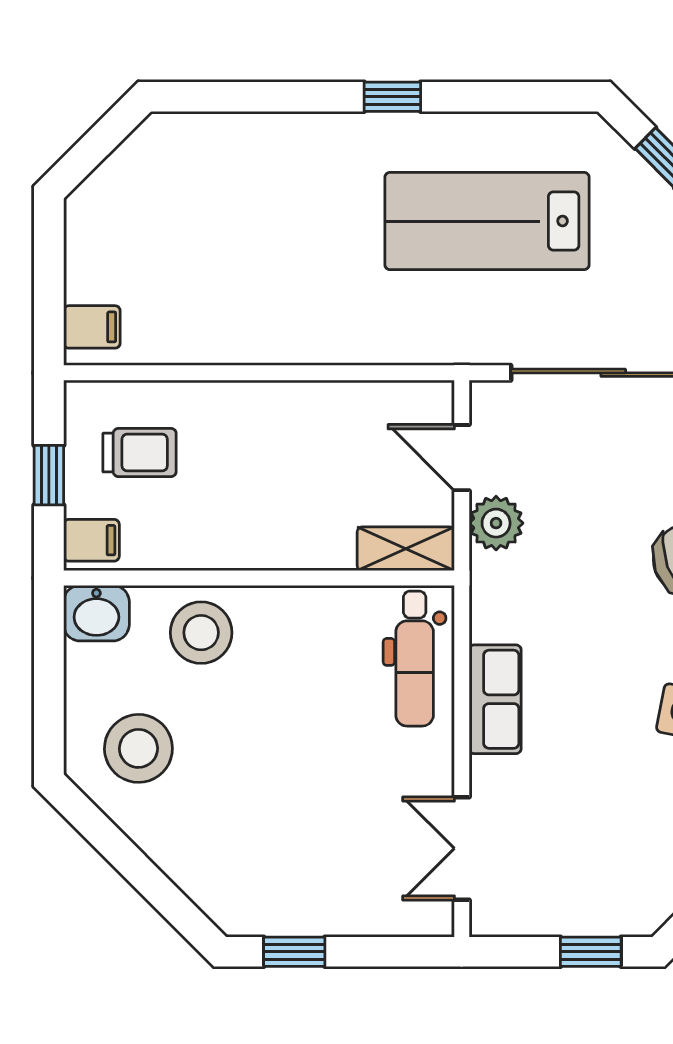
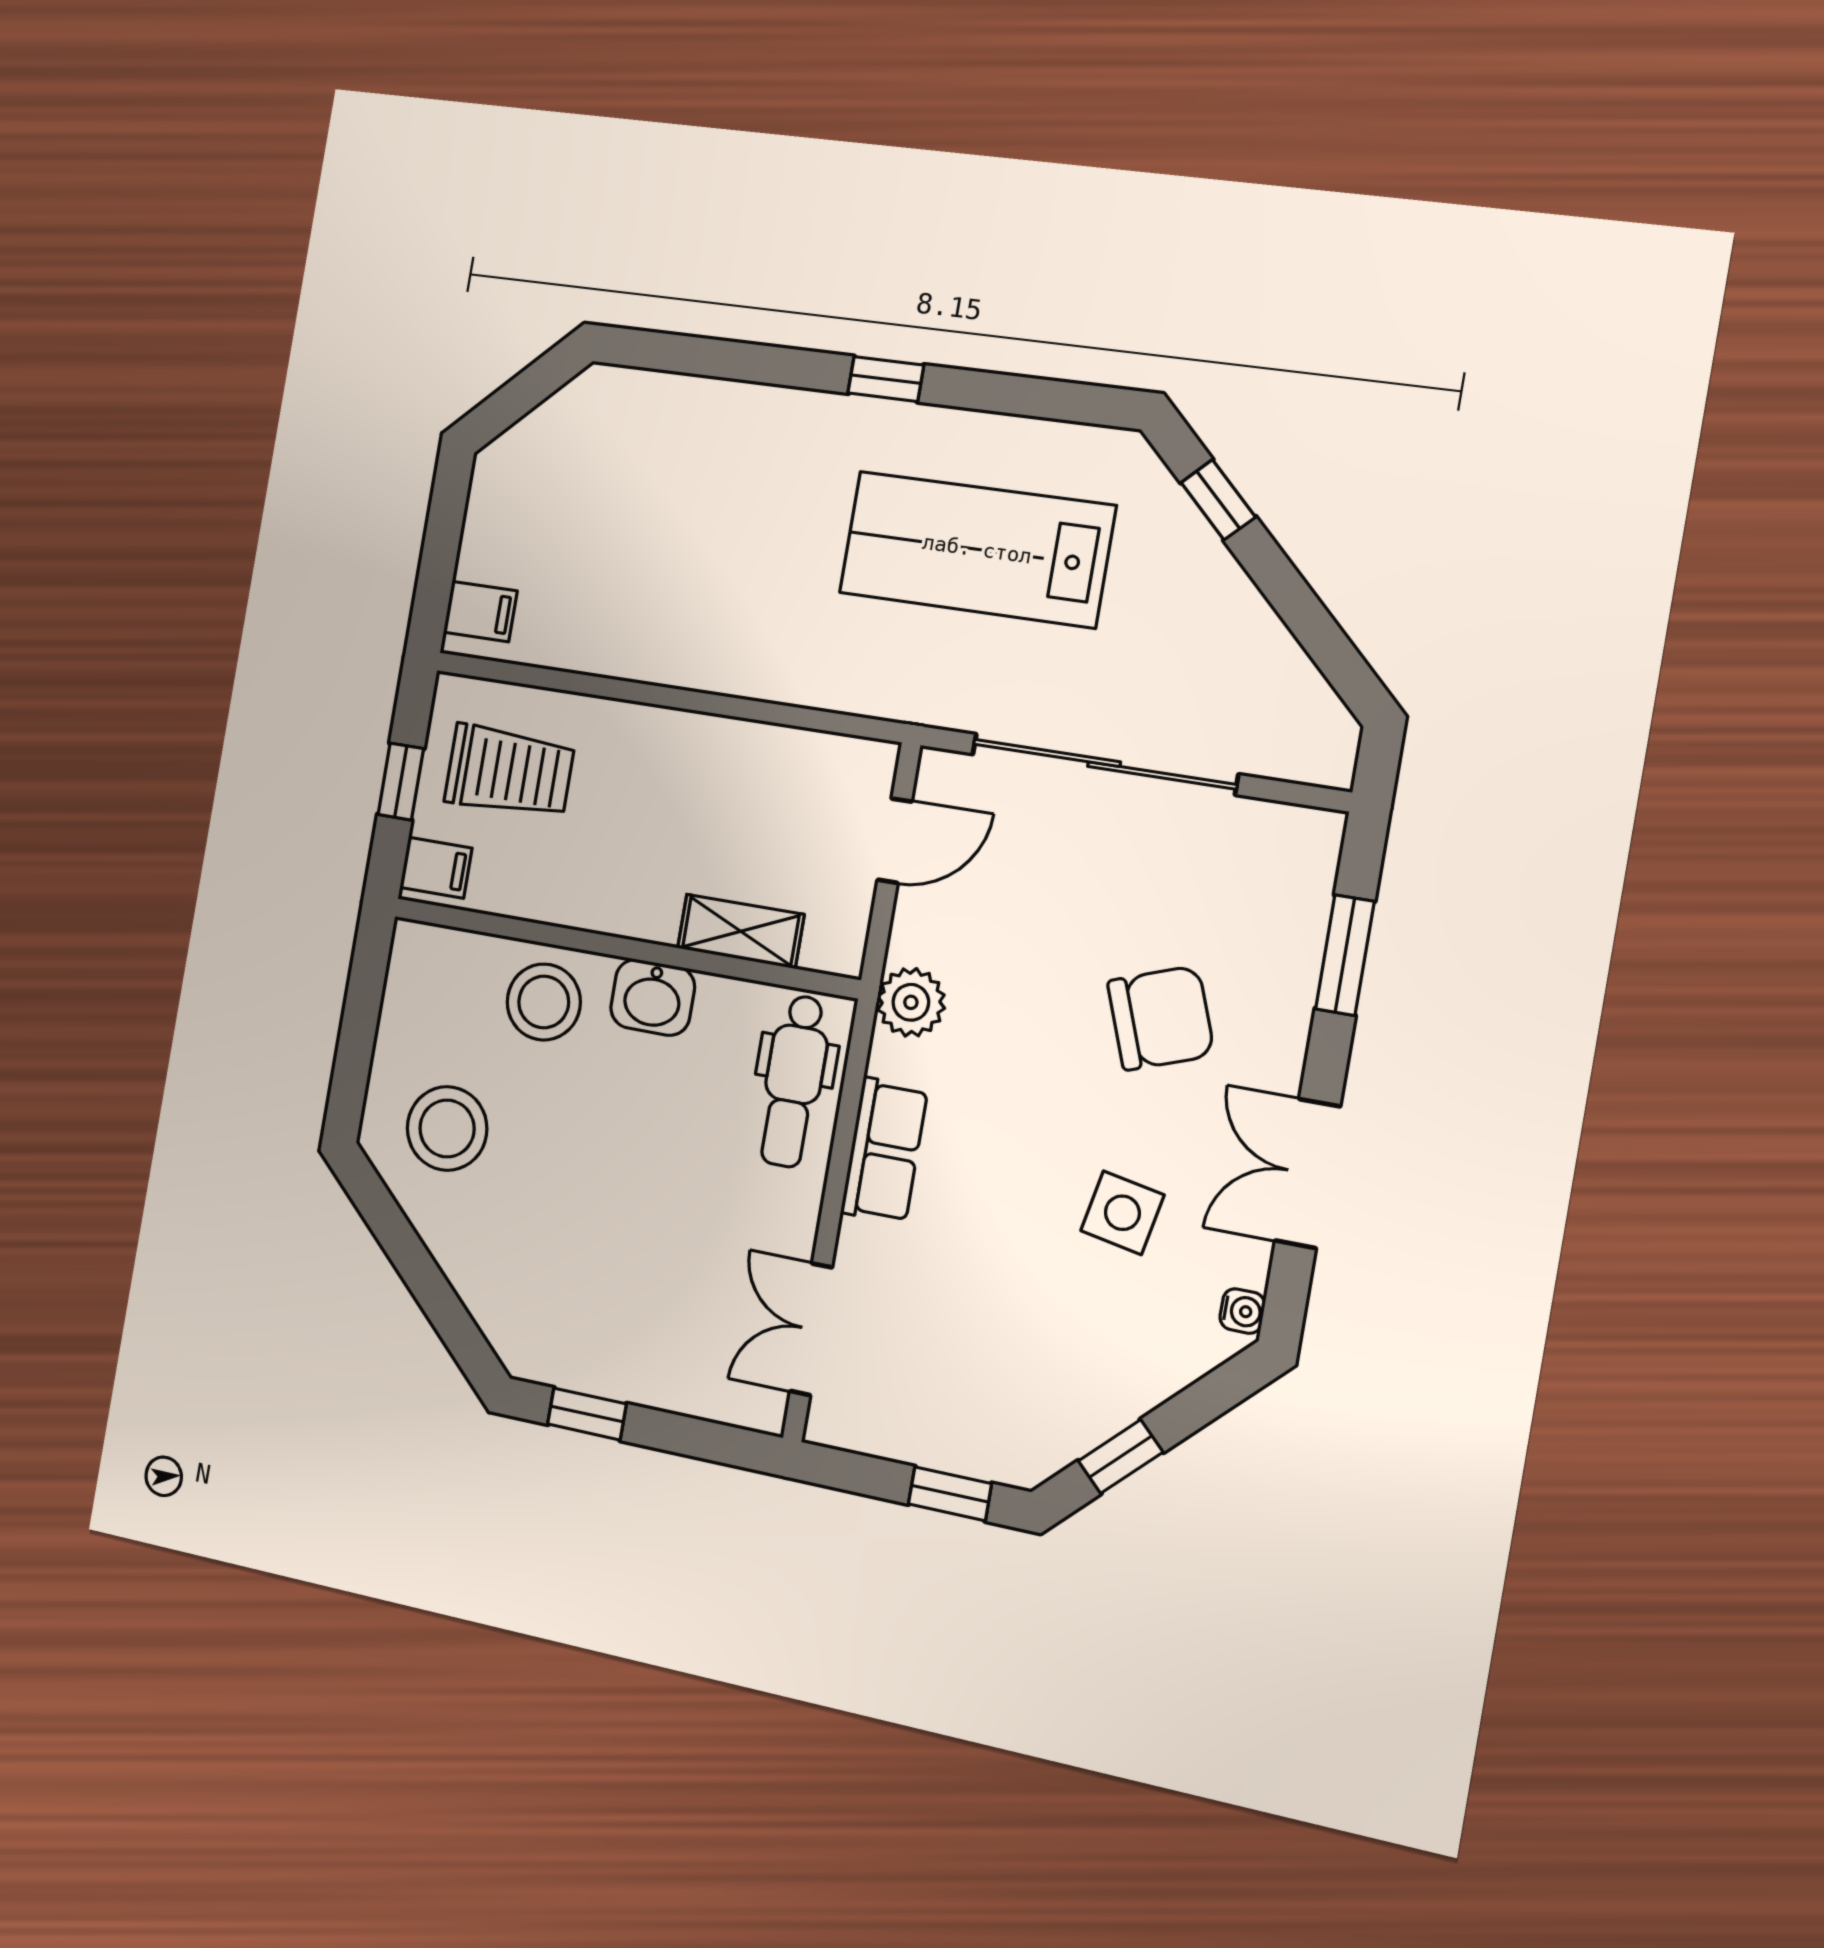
trolley: (140, 453) -> (509, 771), width x1.36, depth x1.39
door: (462, 458) -> (895, 841), swing flipped
plant: (496, 523) -> (911, 1002), moved
shelving: (406, 549) -> (741, 931), moved
washbasin: (96, 613) -> (653, 997), moved

